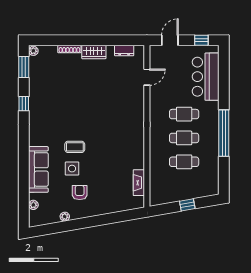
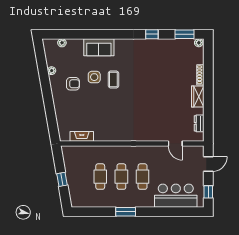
door: (170, 40) -> (208, 164), hinge flipped
window: (224, 133) -> (126, 212), width x0.47
sofa: (38, 169) -> (99, 47), width x0.73

